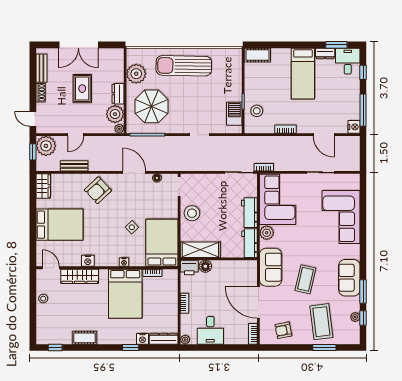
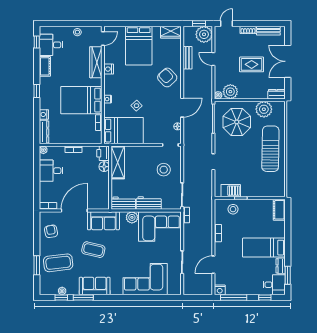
dresser: (118, 94) -> (276, 94), moved
stool: (192, 213) -> (164, 170), moved
desk: (59, 330) -> (51, 45), added
window: (131, 347) -> (37, 91), moved

